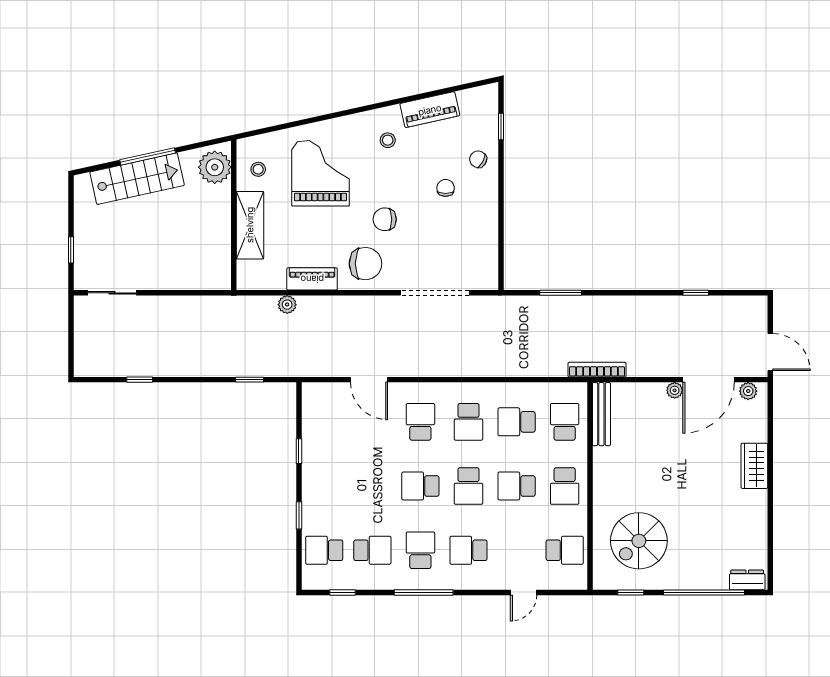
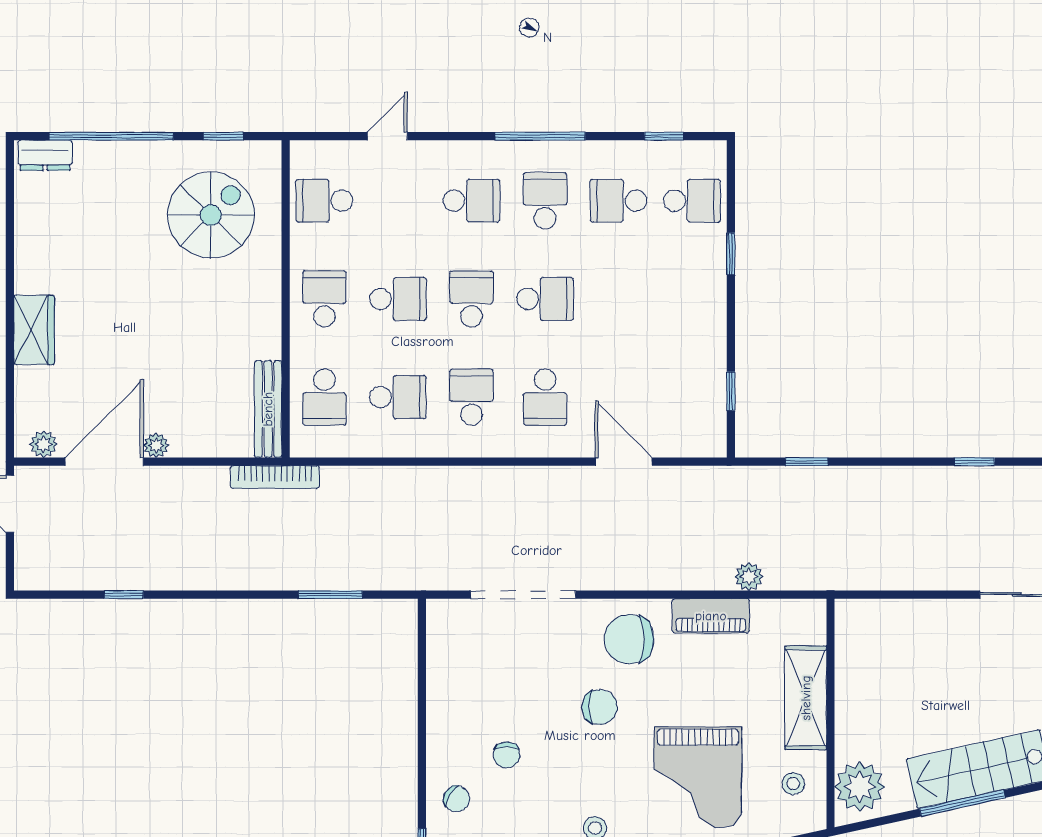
window: (299, 451) -> (731, 391), moved
school desk: (420, 550) -> (545, 201), turned 180

